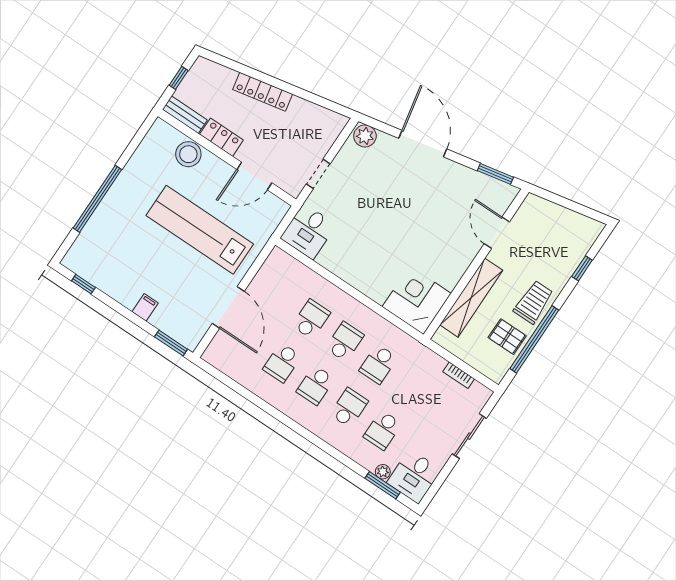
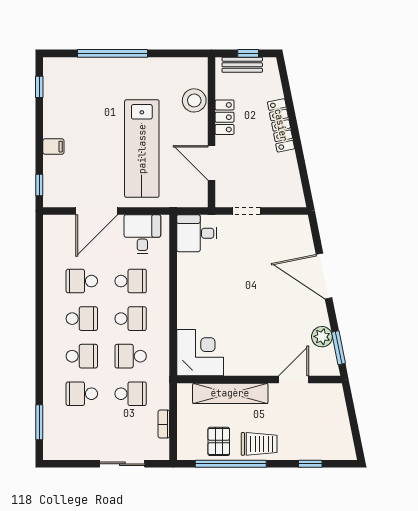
bench: (185, 115) -> (242, 65), moved, turned 90
plant: (365, 136) -> (322, 337), moved
door: (423, 144) -> (324, 276), swing flipped
lab bench: (200, 230) -> (142, 149), turned 180
window: (171, 343) -> (39, 185), width x0.67
school desk: (316, 385) -> (82, 319), turned 180
school desk: (412, 387) -> (131, 394), added
plant: (383, 472) -> (50, 416), removed
desk: (414, 476) -> (142, 234), moved, turned 90

